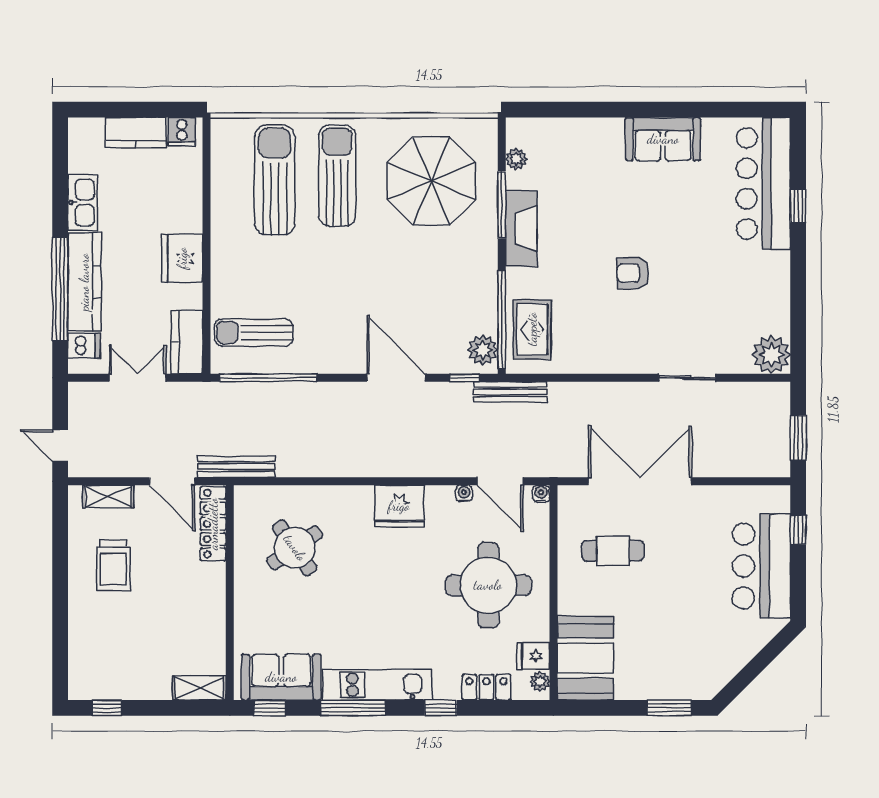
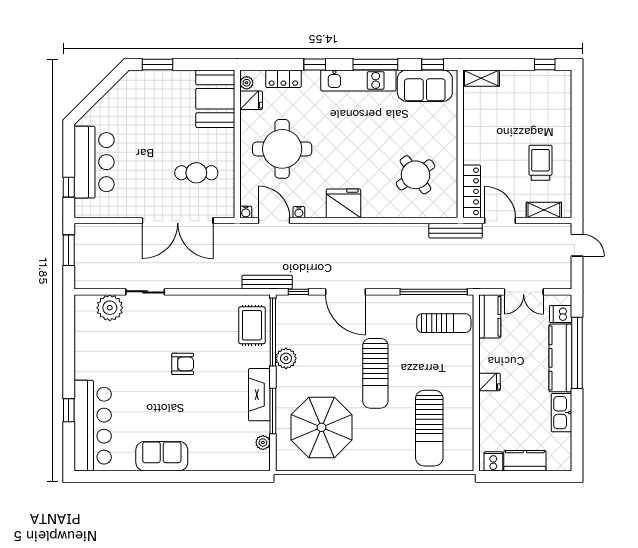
sun lounger: (337, 176) -> (375, 373), moved
fridge: (182, 258) -> (490, 382), width x0.53, depth x0.75
plant: (483, 350) -> (286, 358), moved
plant: (771, 355) -> (110, 308), moved

